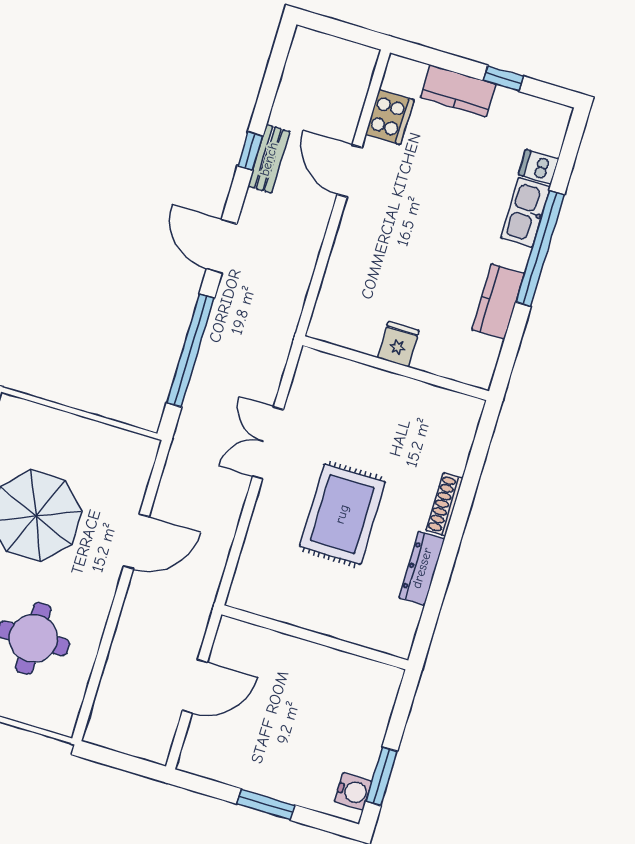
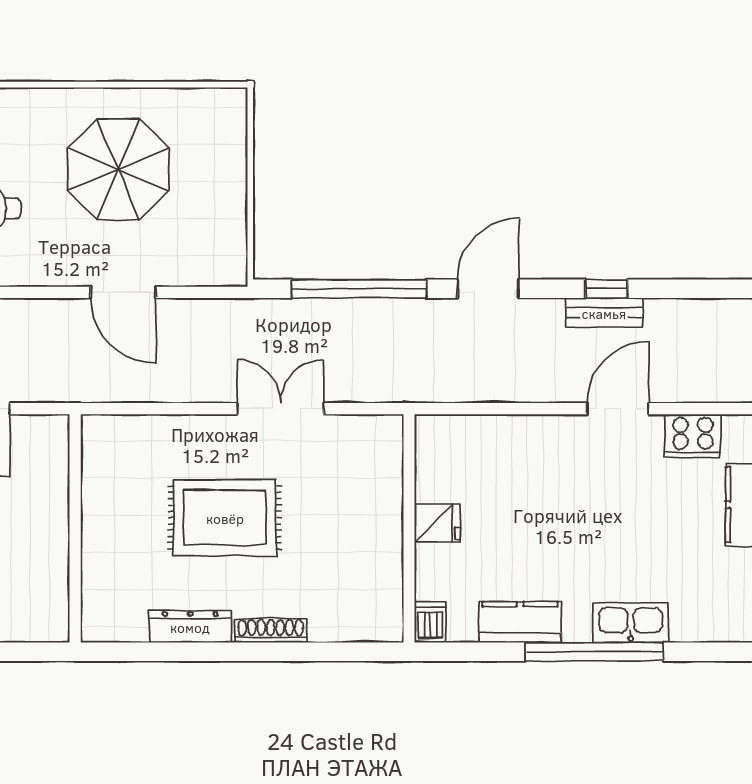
dishwasher: (539, 167) -> (430, 622), moved

